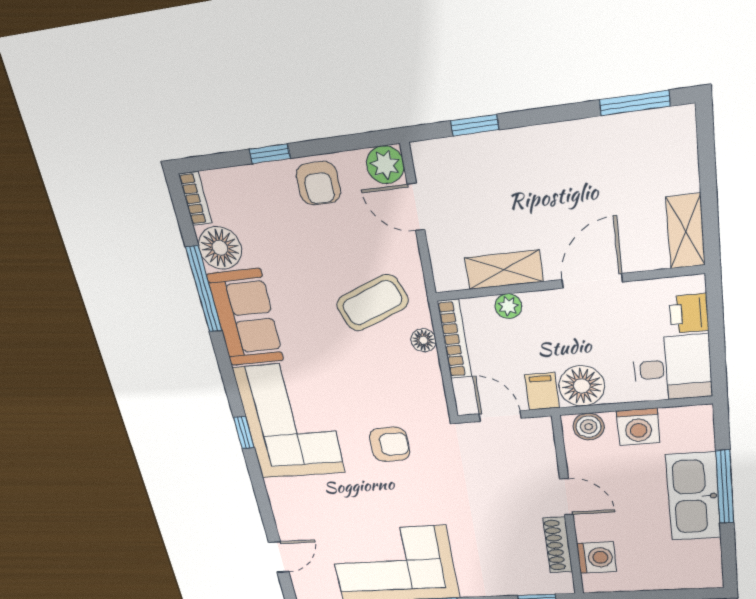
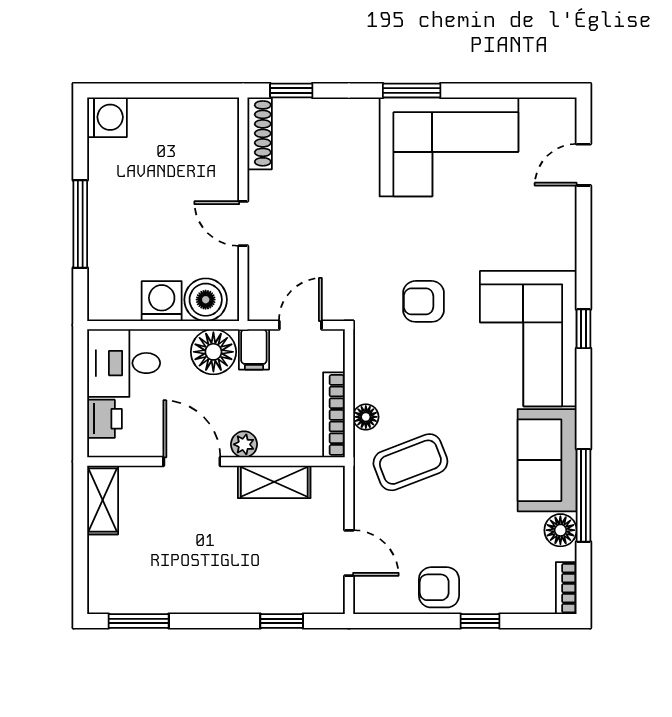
plant: (385, 165) -> (371, 596), removed
armchair: (318, 183) -> (439, 587), turned -90
floor lamp: (220, 248) -> (560, 530), width x0.73, depth x0.73
door: (592, 281) -> (192, 461), swing flipped
plant: (508, 306) -> (244, 444), moved
door: (500, 416) -> (300, 325), swing flipped
boiler: (589, 427) -> (206, 300), width x1.36, depth x1.36
kitchen sink: (694, 497) -> (112, 215), removed
shoe rack: (558, 545) -> (260, 133), moved
washing machine: (597, 557) -> (107, 117), moved, turned 180

